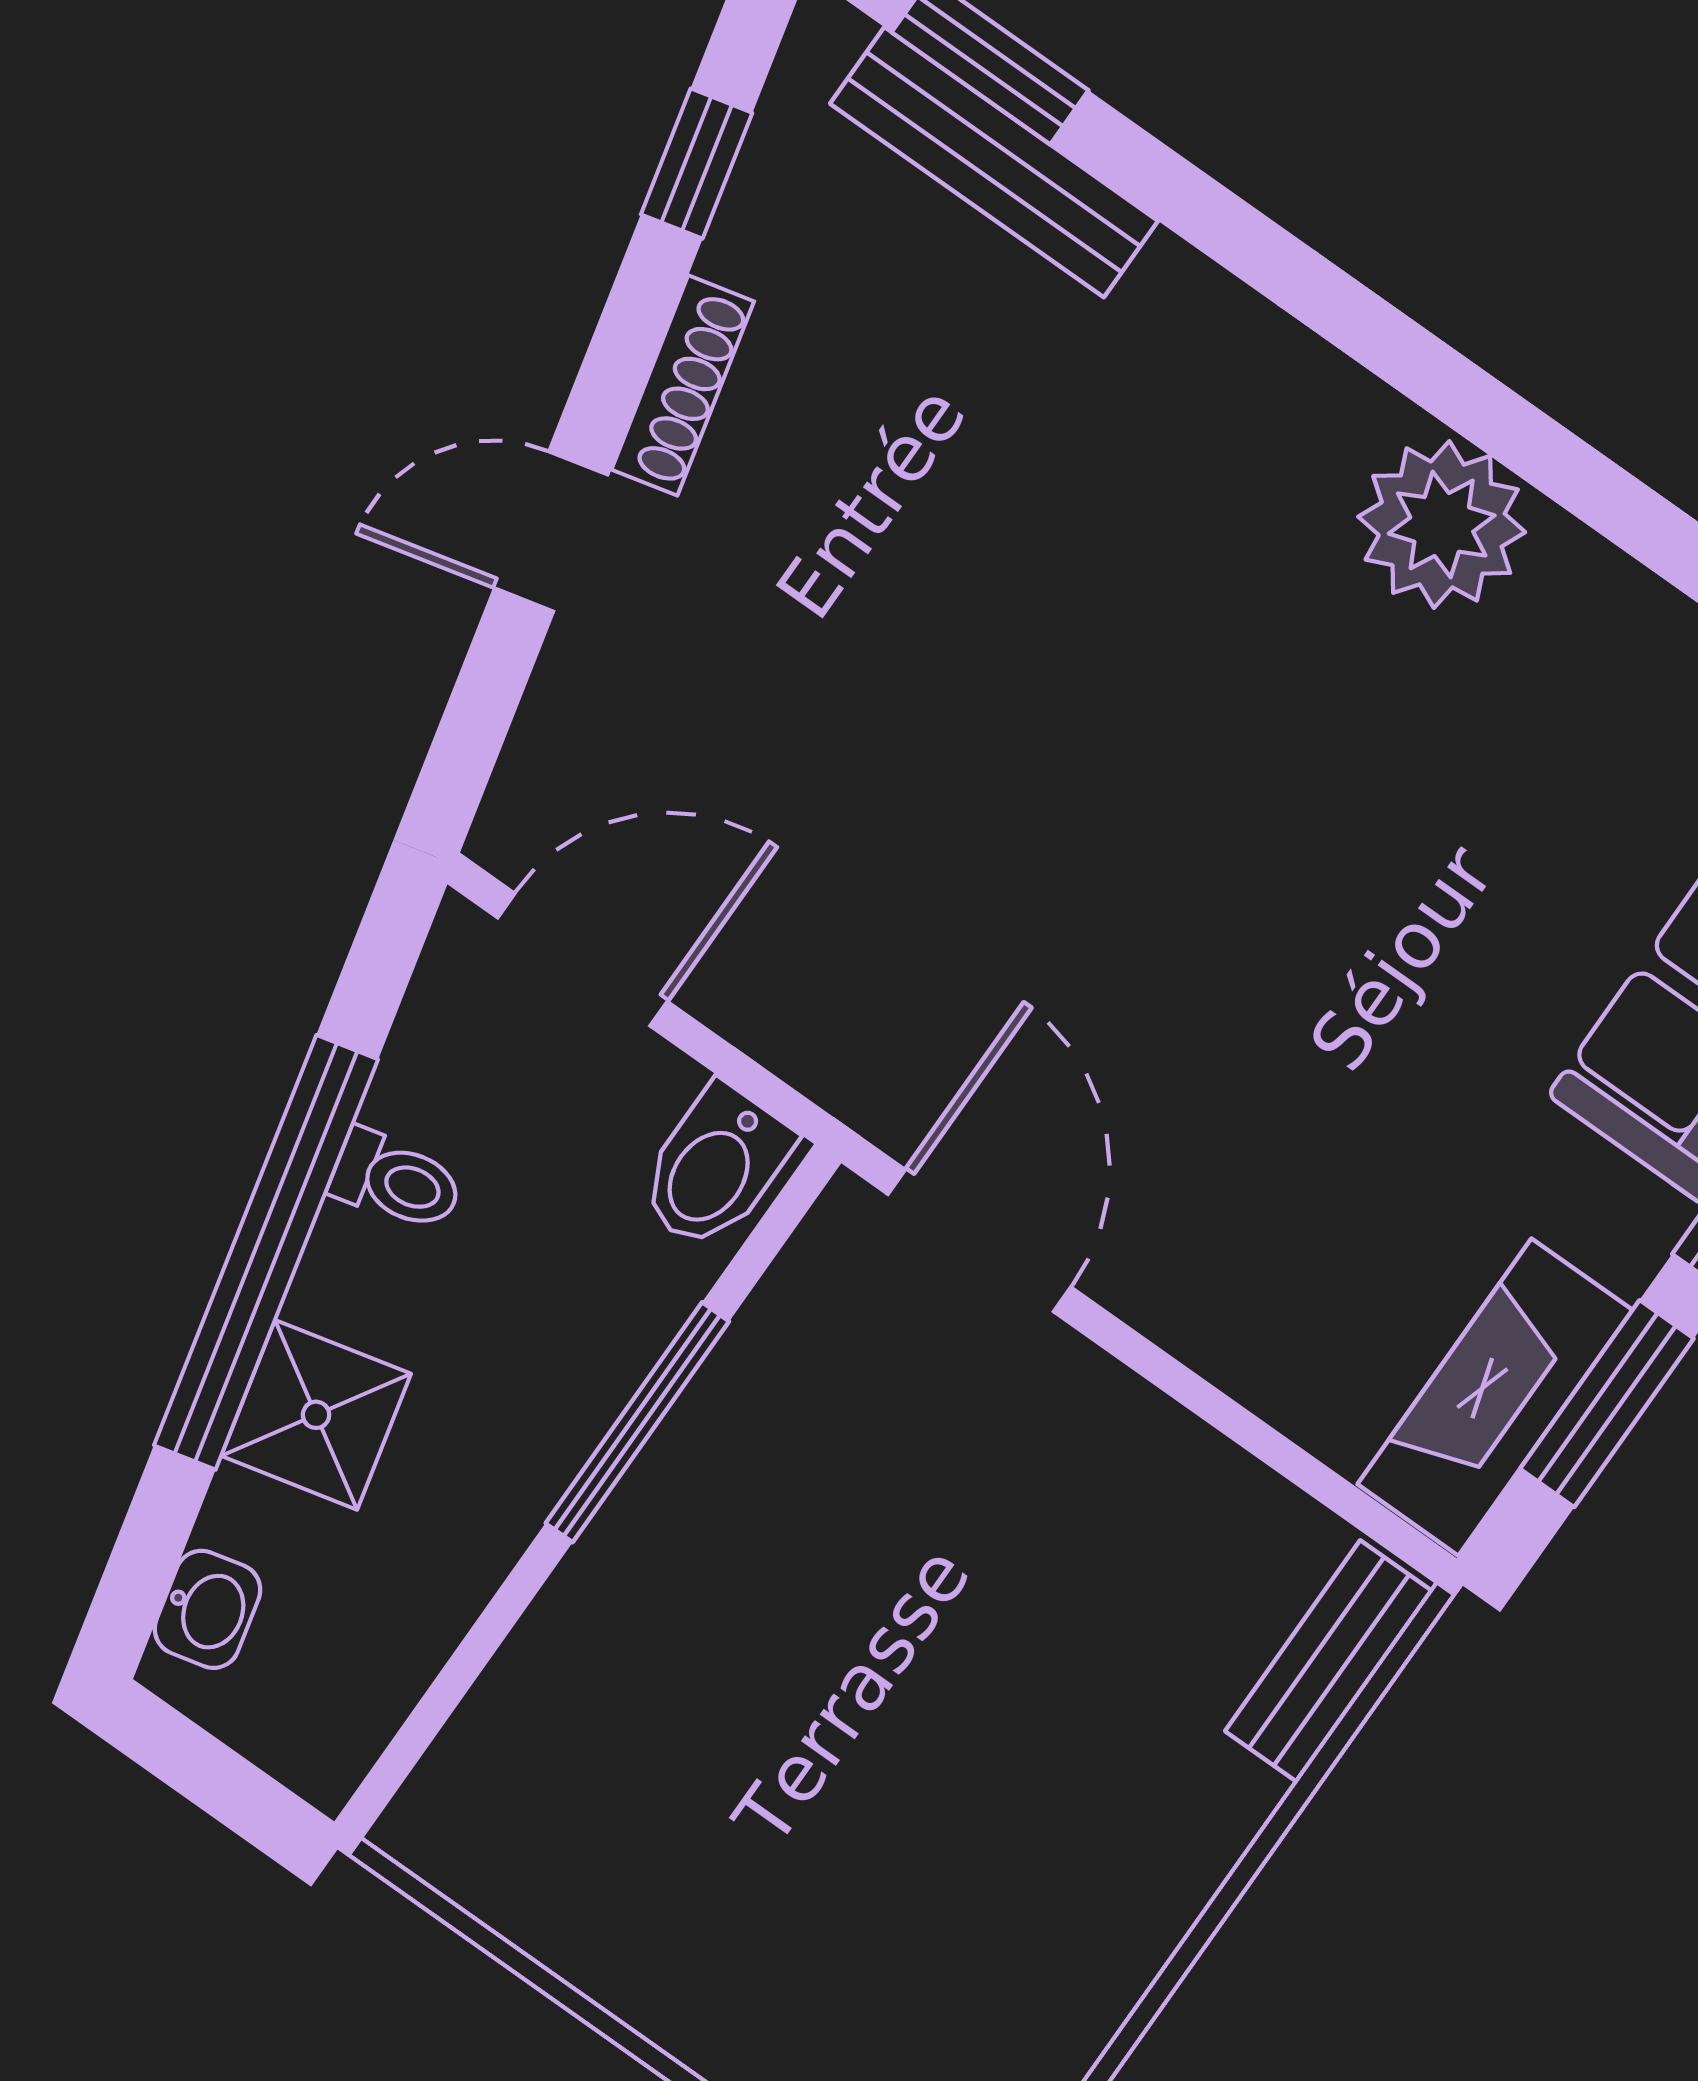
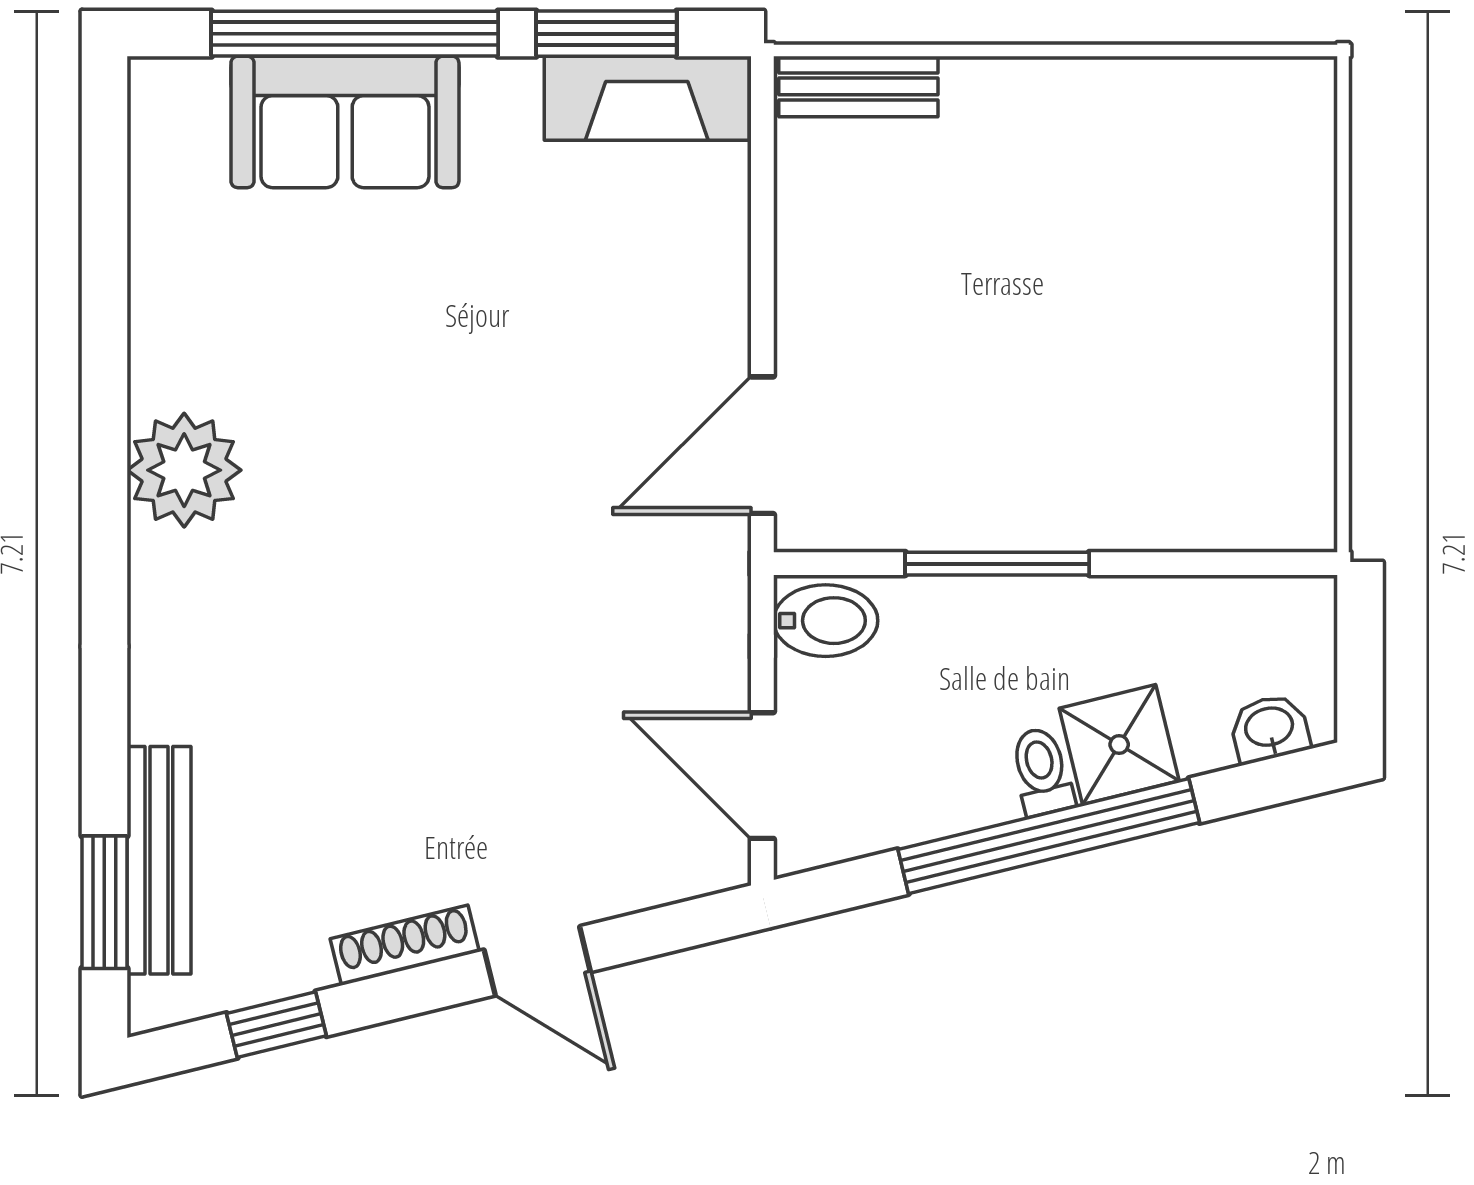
toilet: (396, 1181) -> (1042, 771), moved

